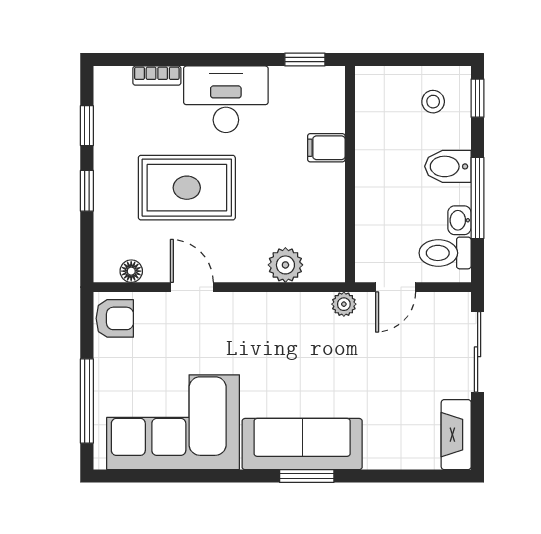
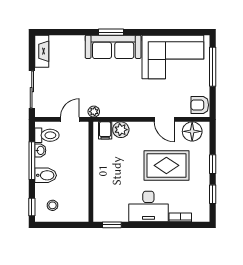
filing cabinet: (326, 148) -> (105, 130), moved, turned 90
floor lamp: (131, 271) -> (192, 131), width x1.89, depth x1.89

